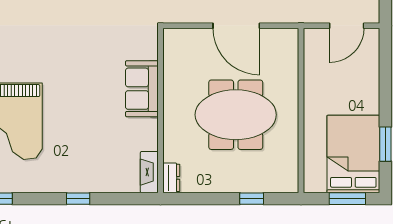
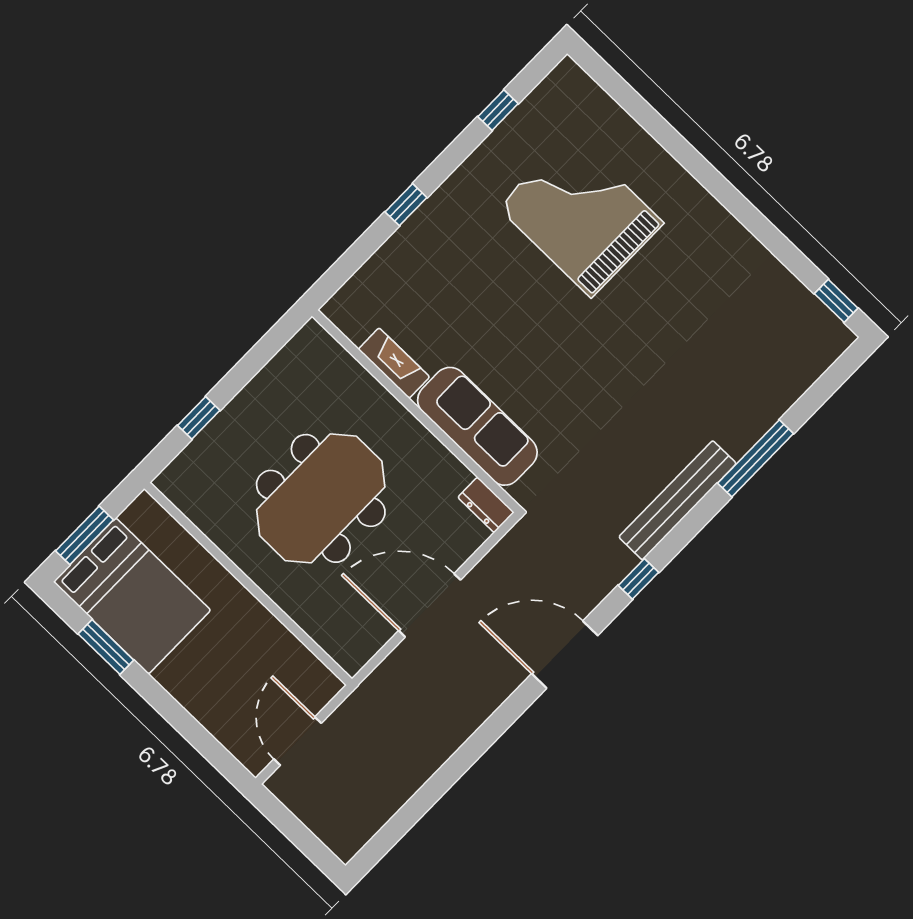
sofa: (142, 89) -> (477, 426), width x1.36
fireplace: (149, 172) -> (394, 363), moved
dresser: (171, 178) -> (486, 505), moved

